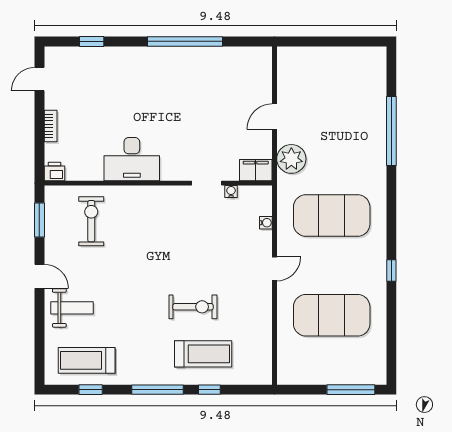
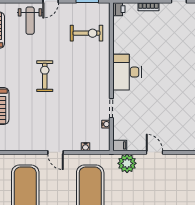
desk: (132, 159) -> (127, 72), moved
filing cabinet: (256, 170) -> (120, 145), width x0.50
exercise bike: (193, 307) -> (45, 76), moved, turned 180

